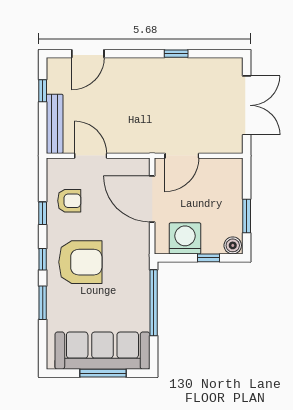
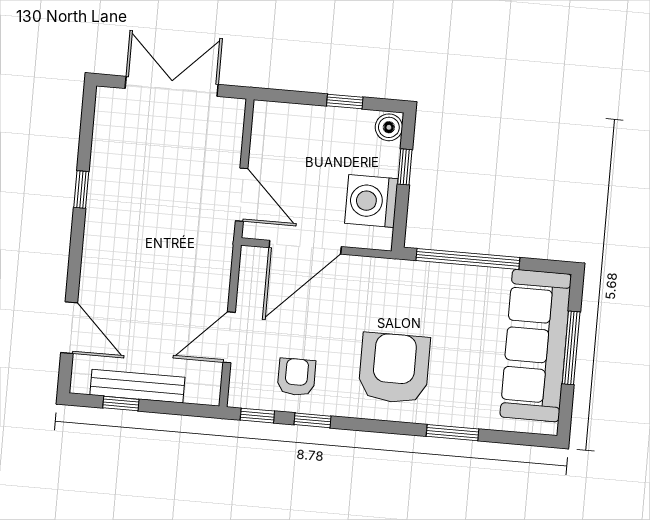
bench: (55, 124) -> (137, 386), moved
window: (247, 216) -> (345, 102), width x0.67
window: (43, 259) -> (257, 416), moved

